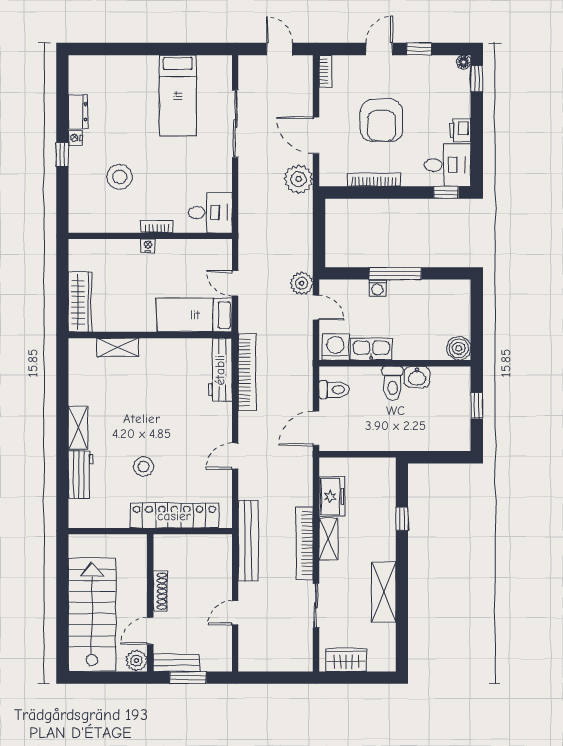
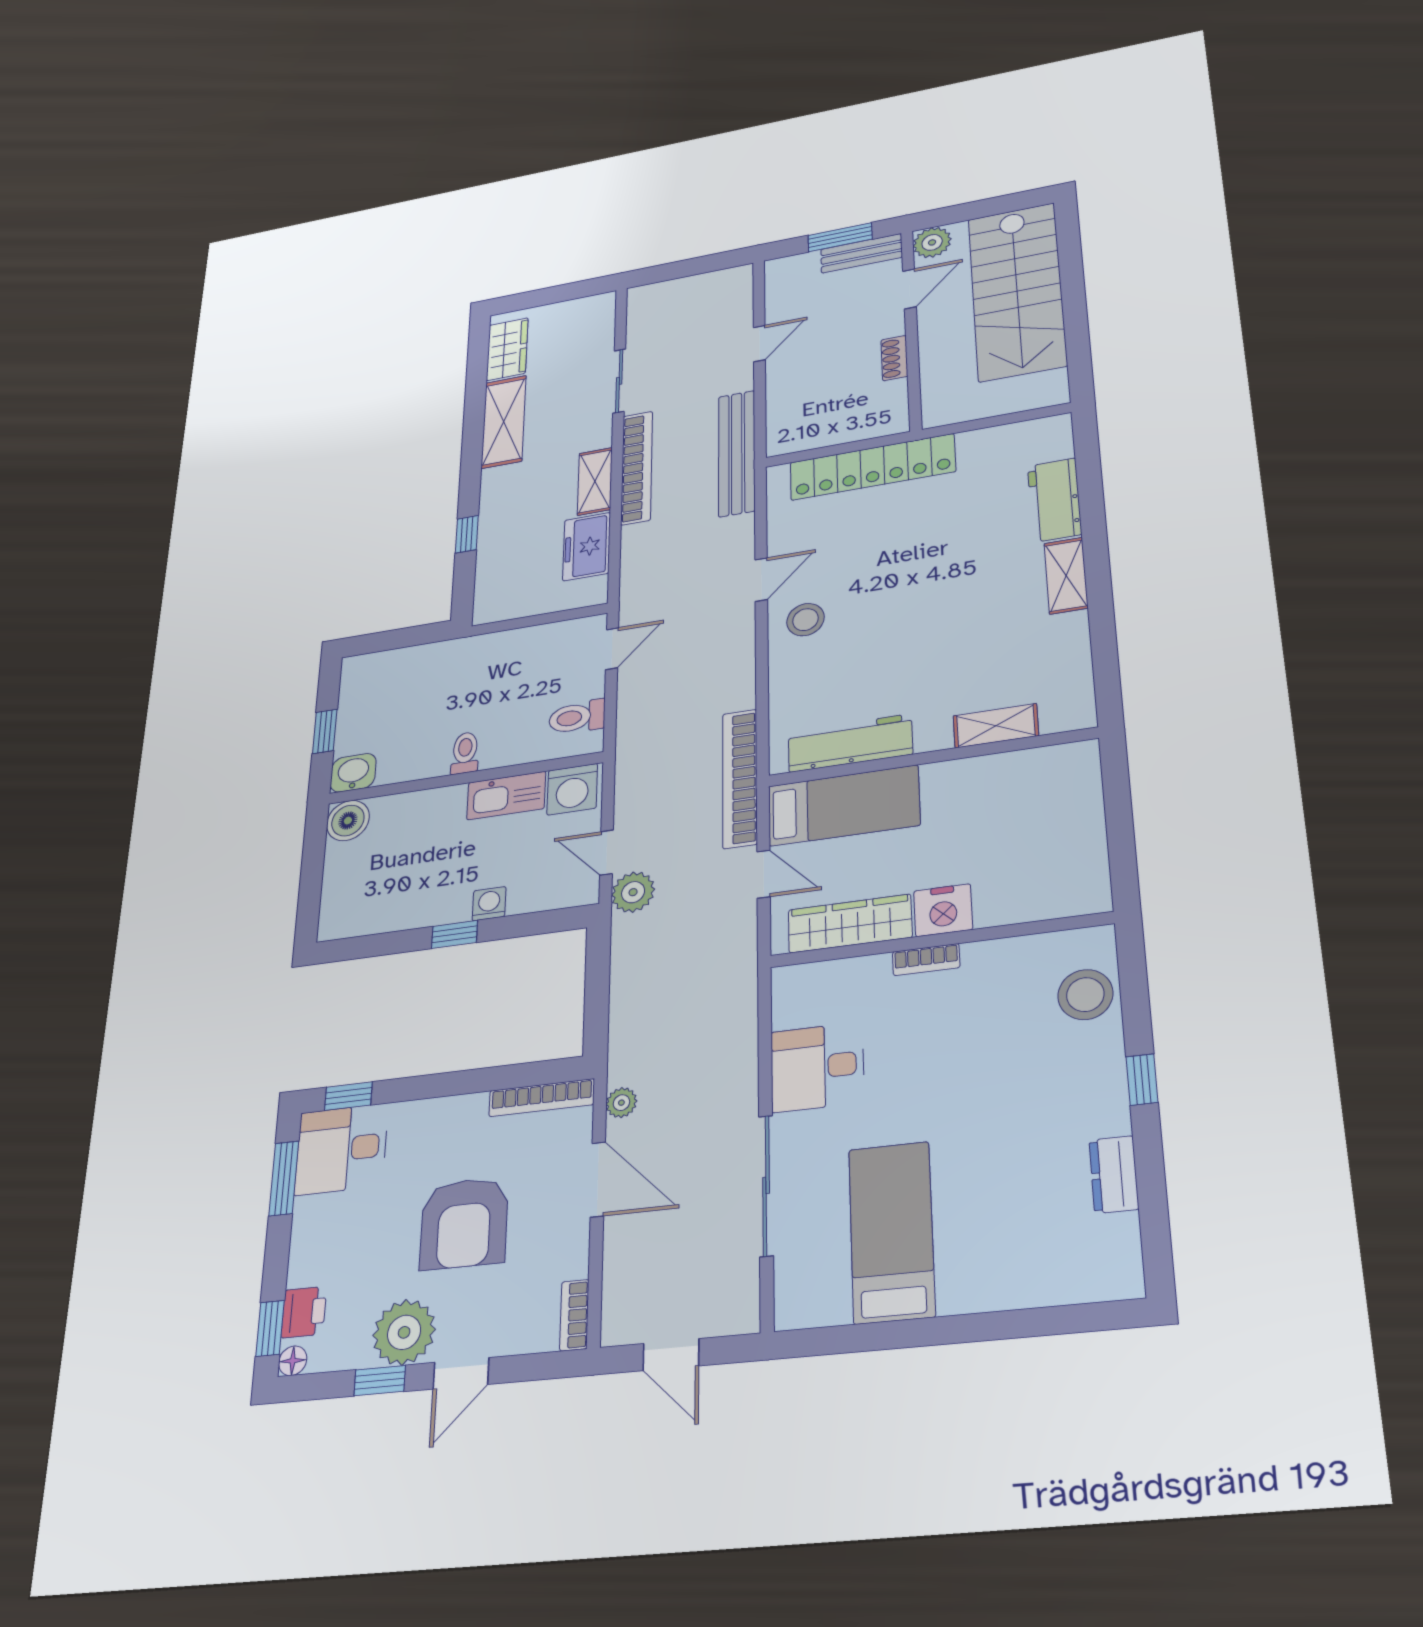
plant: (408, 71) -> (404, 1332), added
armchair: (382, 121) -> (464, 1223), turned 180
printer: (460, 130) -> (304, 1312), moved
nightstand: (75, 138) -> (1116, 1118), removed
window: (477, 153) -> (284, 1178), added
stool: (120, 177) -> (1085, 995), moved
plant: (299, 179) -> (621, 1103), width x0.53, depth x0.53
bookcase: (374, 180) -> (542, 1098), moved
desk: (210, 213) -> (817, 1067), moved
nightstand: (148, 246) -> (943, 910), width x1.89, depth x1.79
window: (395, 273) -> (455, 934), width x0.46
wardrobe: (80, 302) -> (850, 924), moved, turned 90
workbench: (220, 370) -> (850, 743), moved, turned -90
bookcase: (247, 372) -> (740, 778), moved
washbasin: (417, 377) -> (353, 773), moved
toilet: (393, 383) -> (465, 753), width x0.73, depth x0.72
door: (316, 428) -> (612, 649), width x0.73
stool: (143, 466) -> (805, 620), moved
shoe rack: (160, 591) -> (894, 358), width x0.70
wardrobe: (346, 660) -> (507, 349), moved, turned -90

